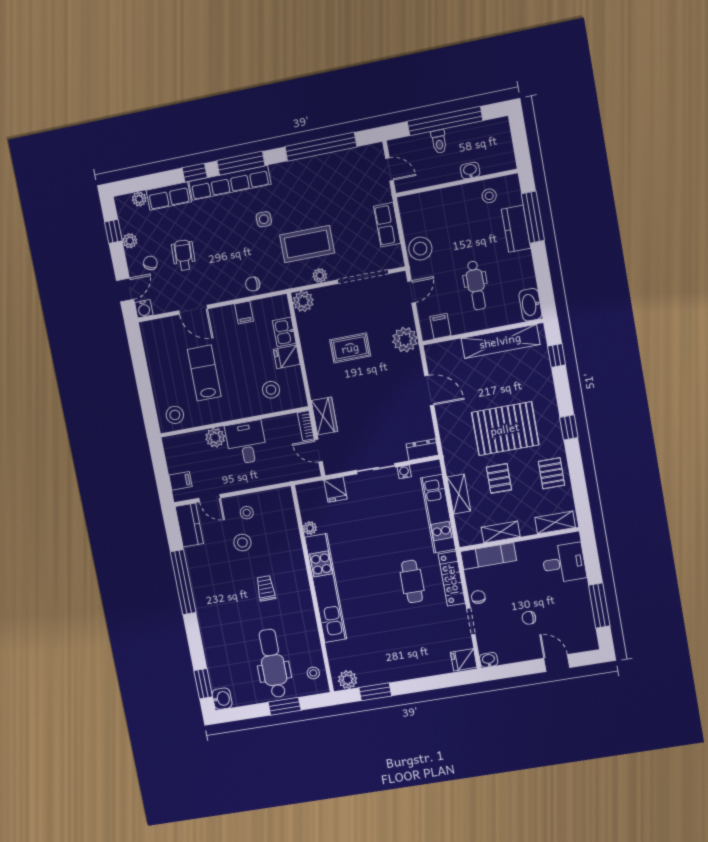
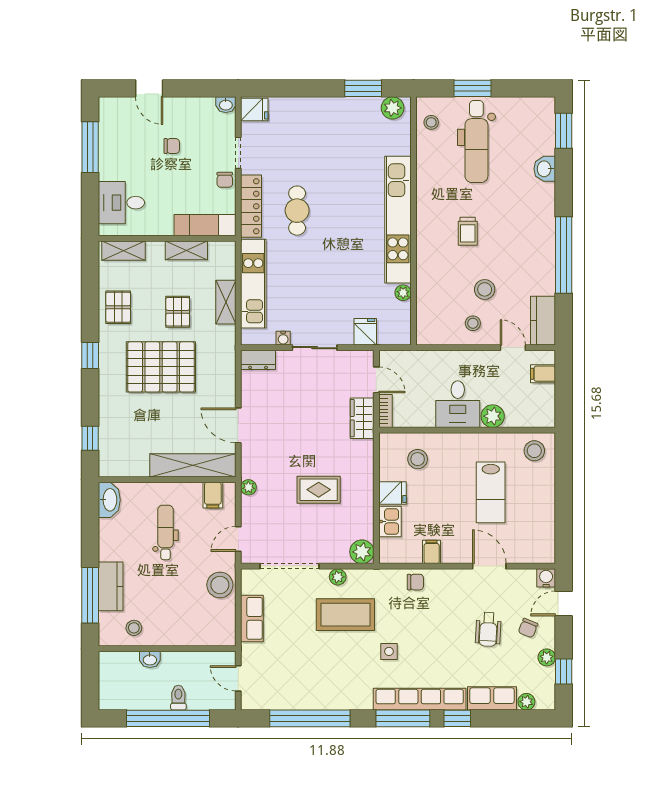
plant: (405, 340) -> (248, 487), width x0.53, depth x0.53
shelving: (500, 341) -> (193, 465), moved
washbasin: (222, 699) -> (545, 169), moved

